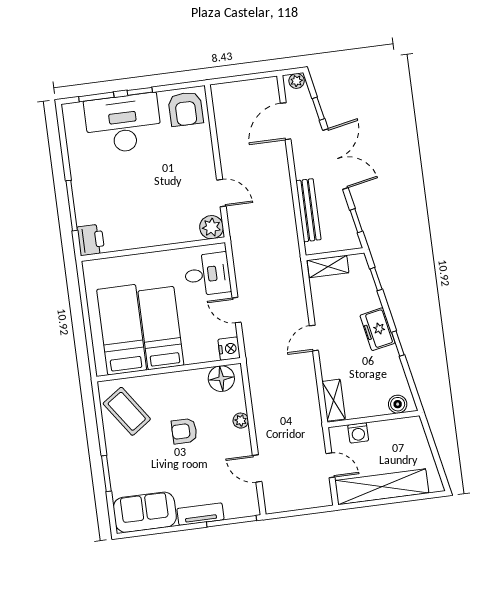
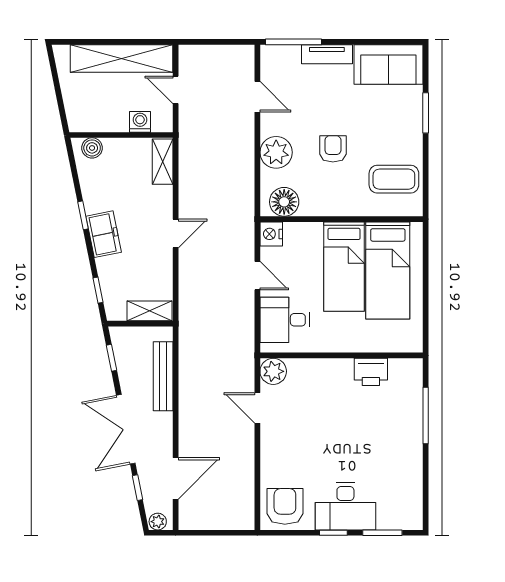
desk: (123, 124) -> (345, 506), width x0.73, depth x0.77
printer: (91, 240) -> (371, 372), moved, turned -90
coffee table: (127, 411) -> (394, 179), turned -55
plant: (241, 421) -> (276, 152), width x1.87, depth x1.87
armchair: (184, 431) -> (333, 149), turned -90

